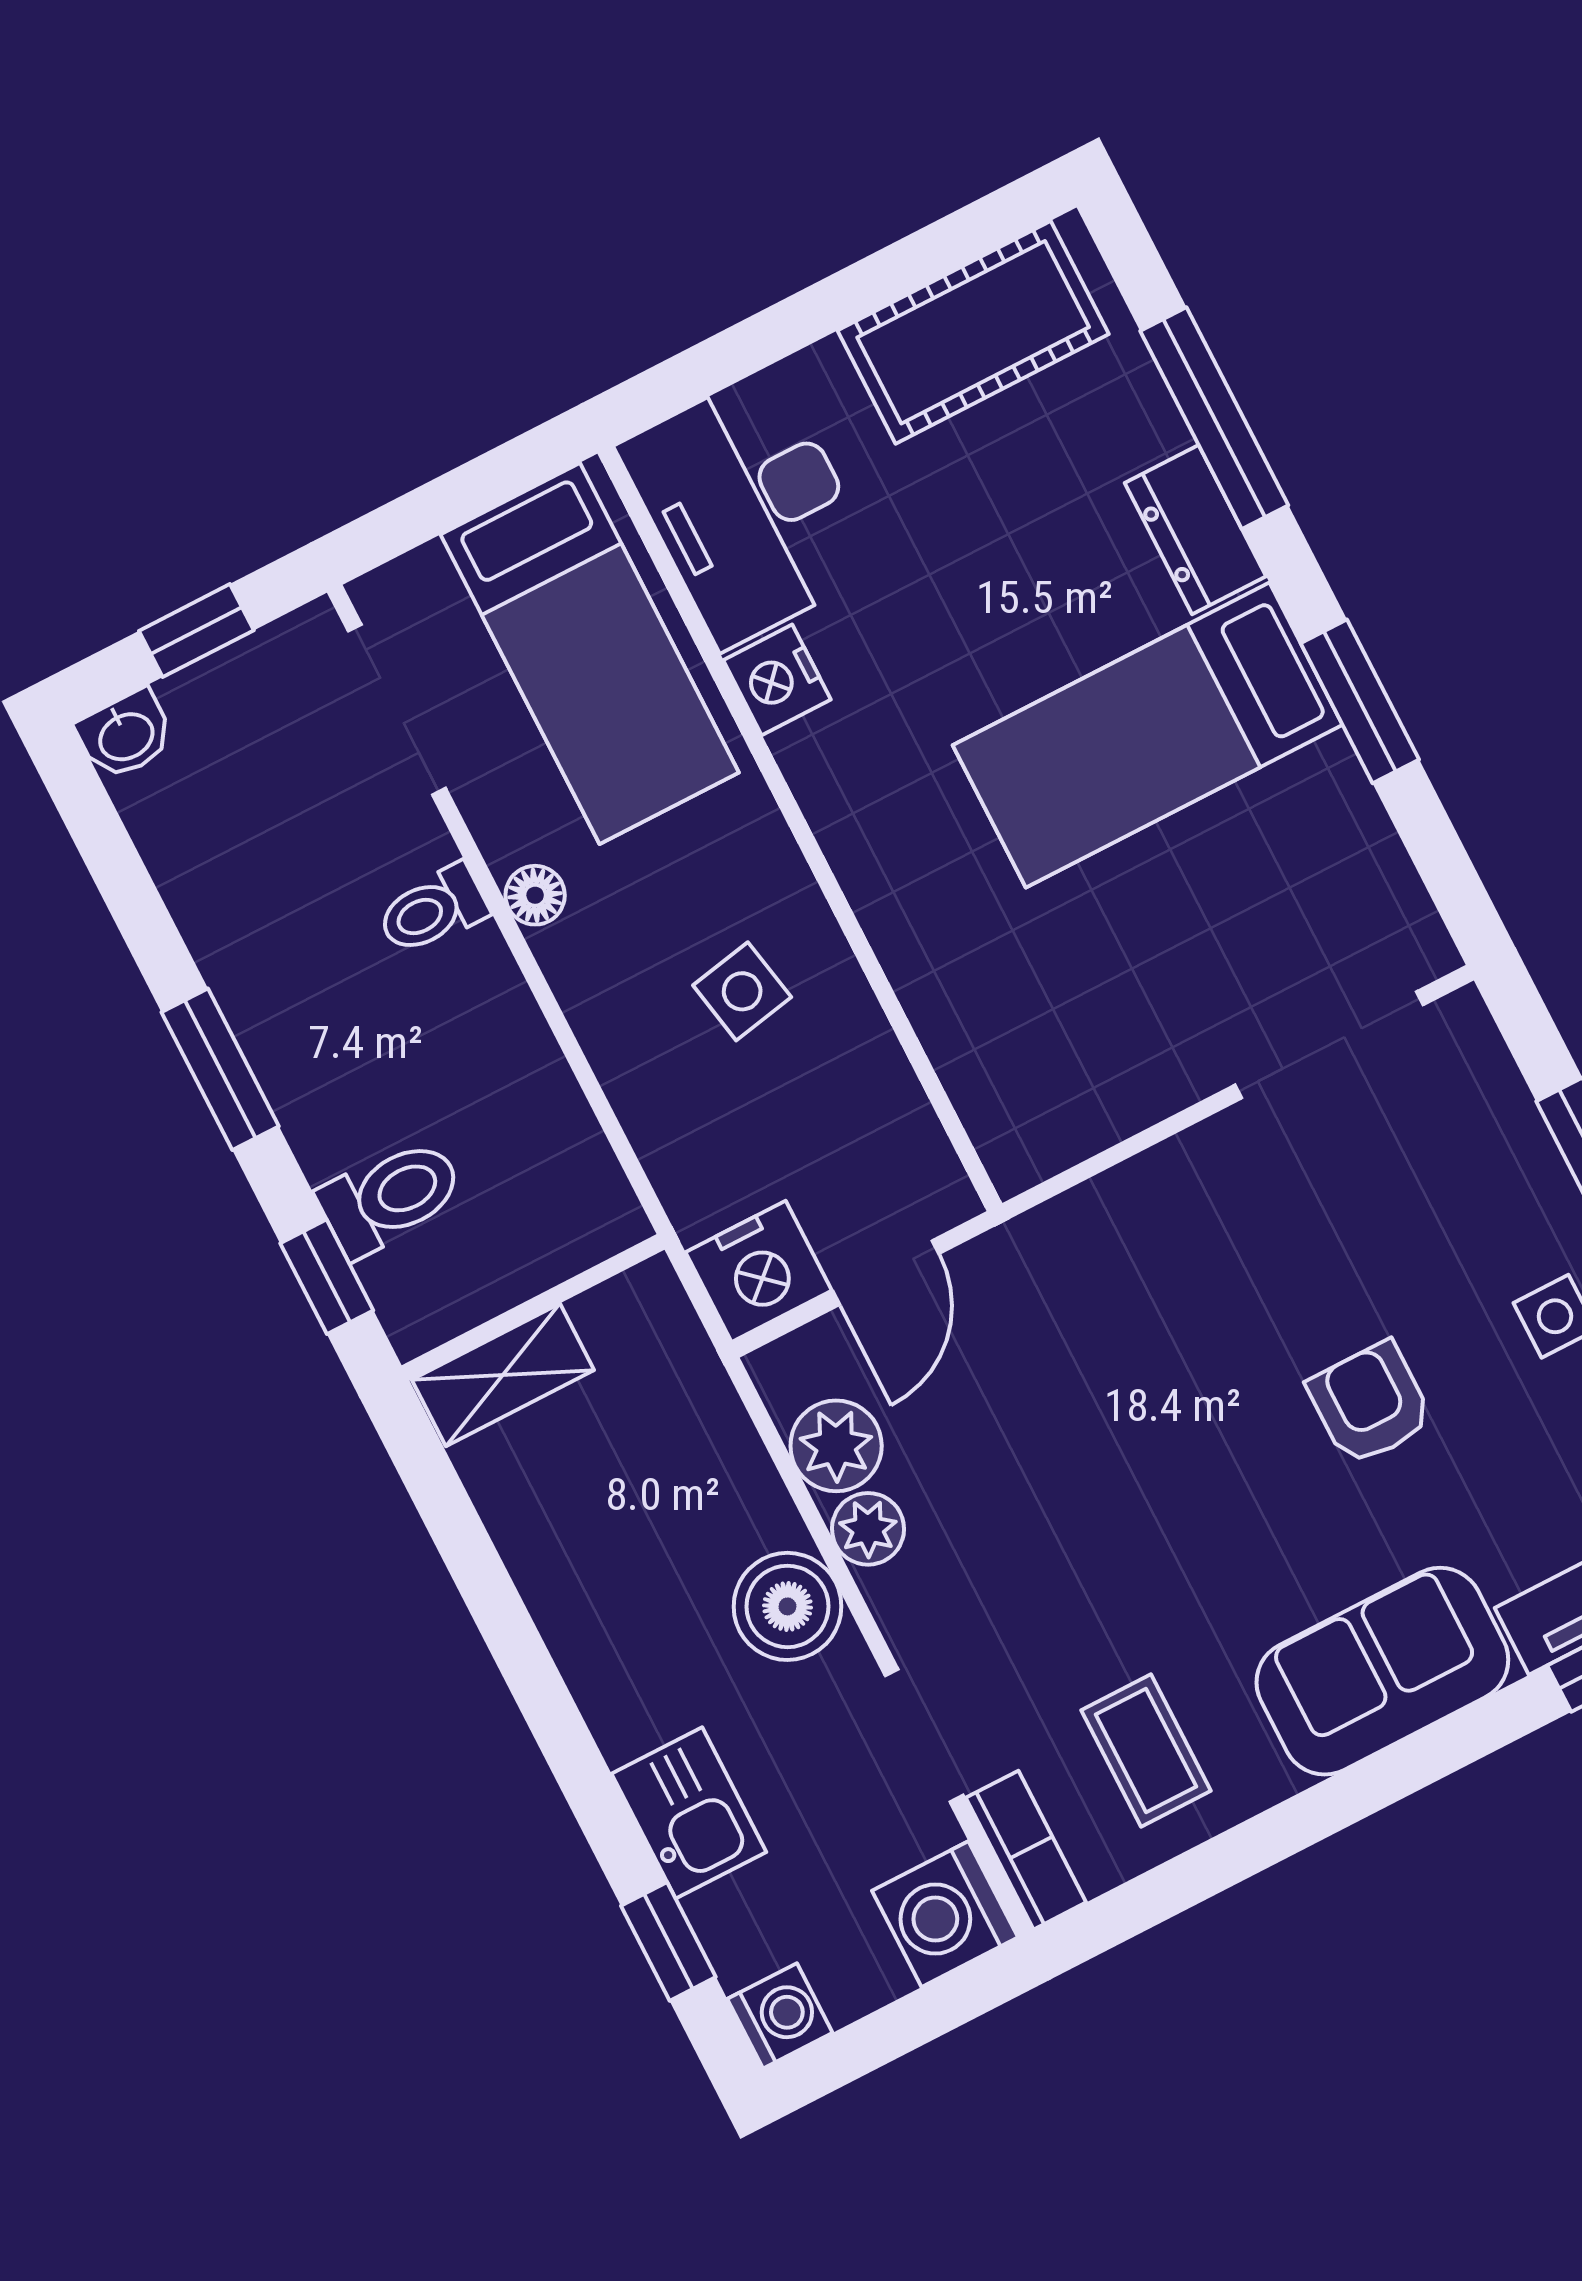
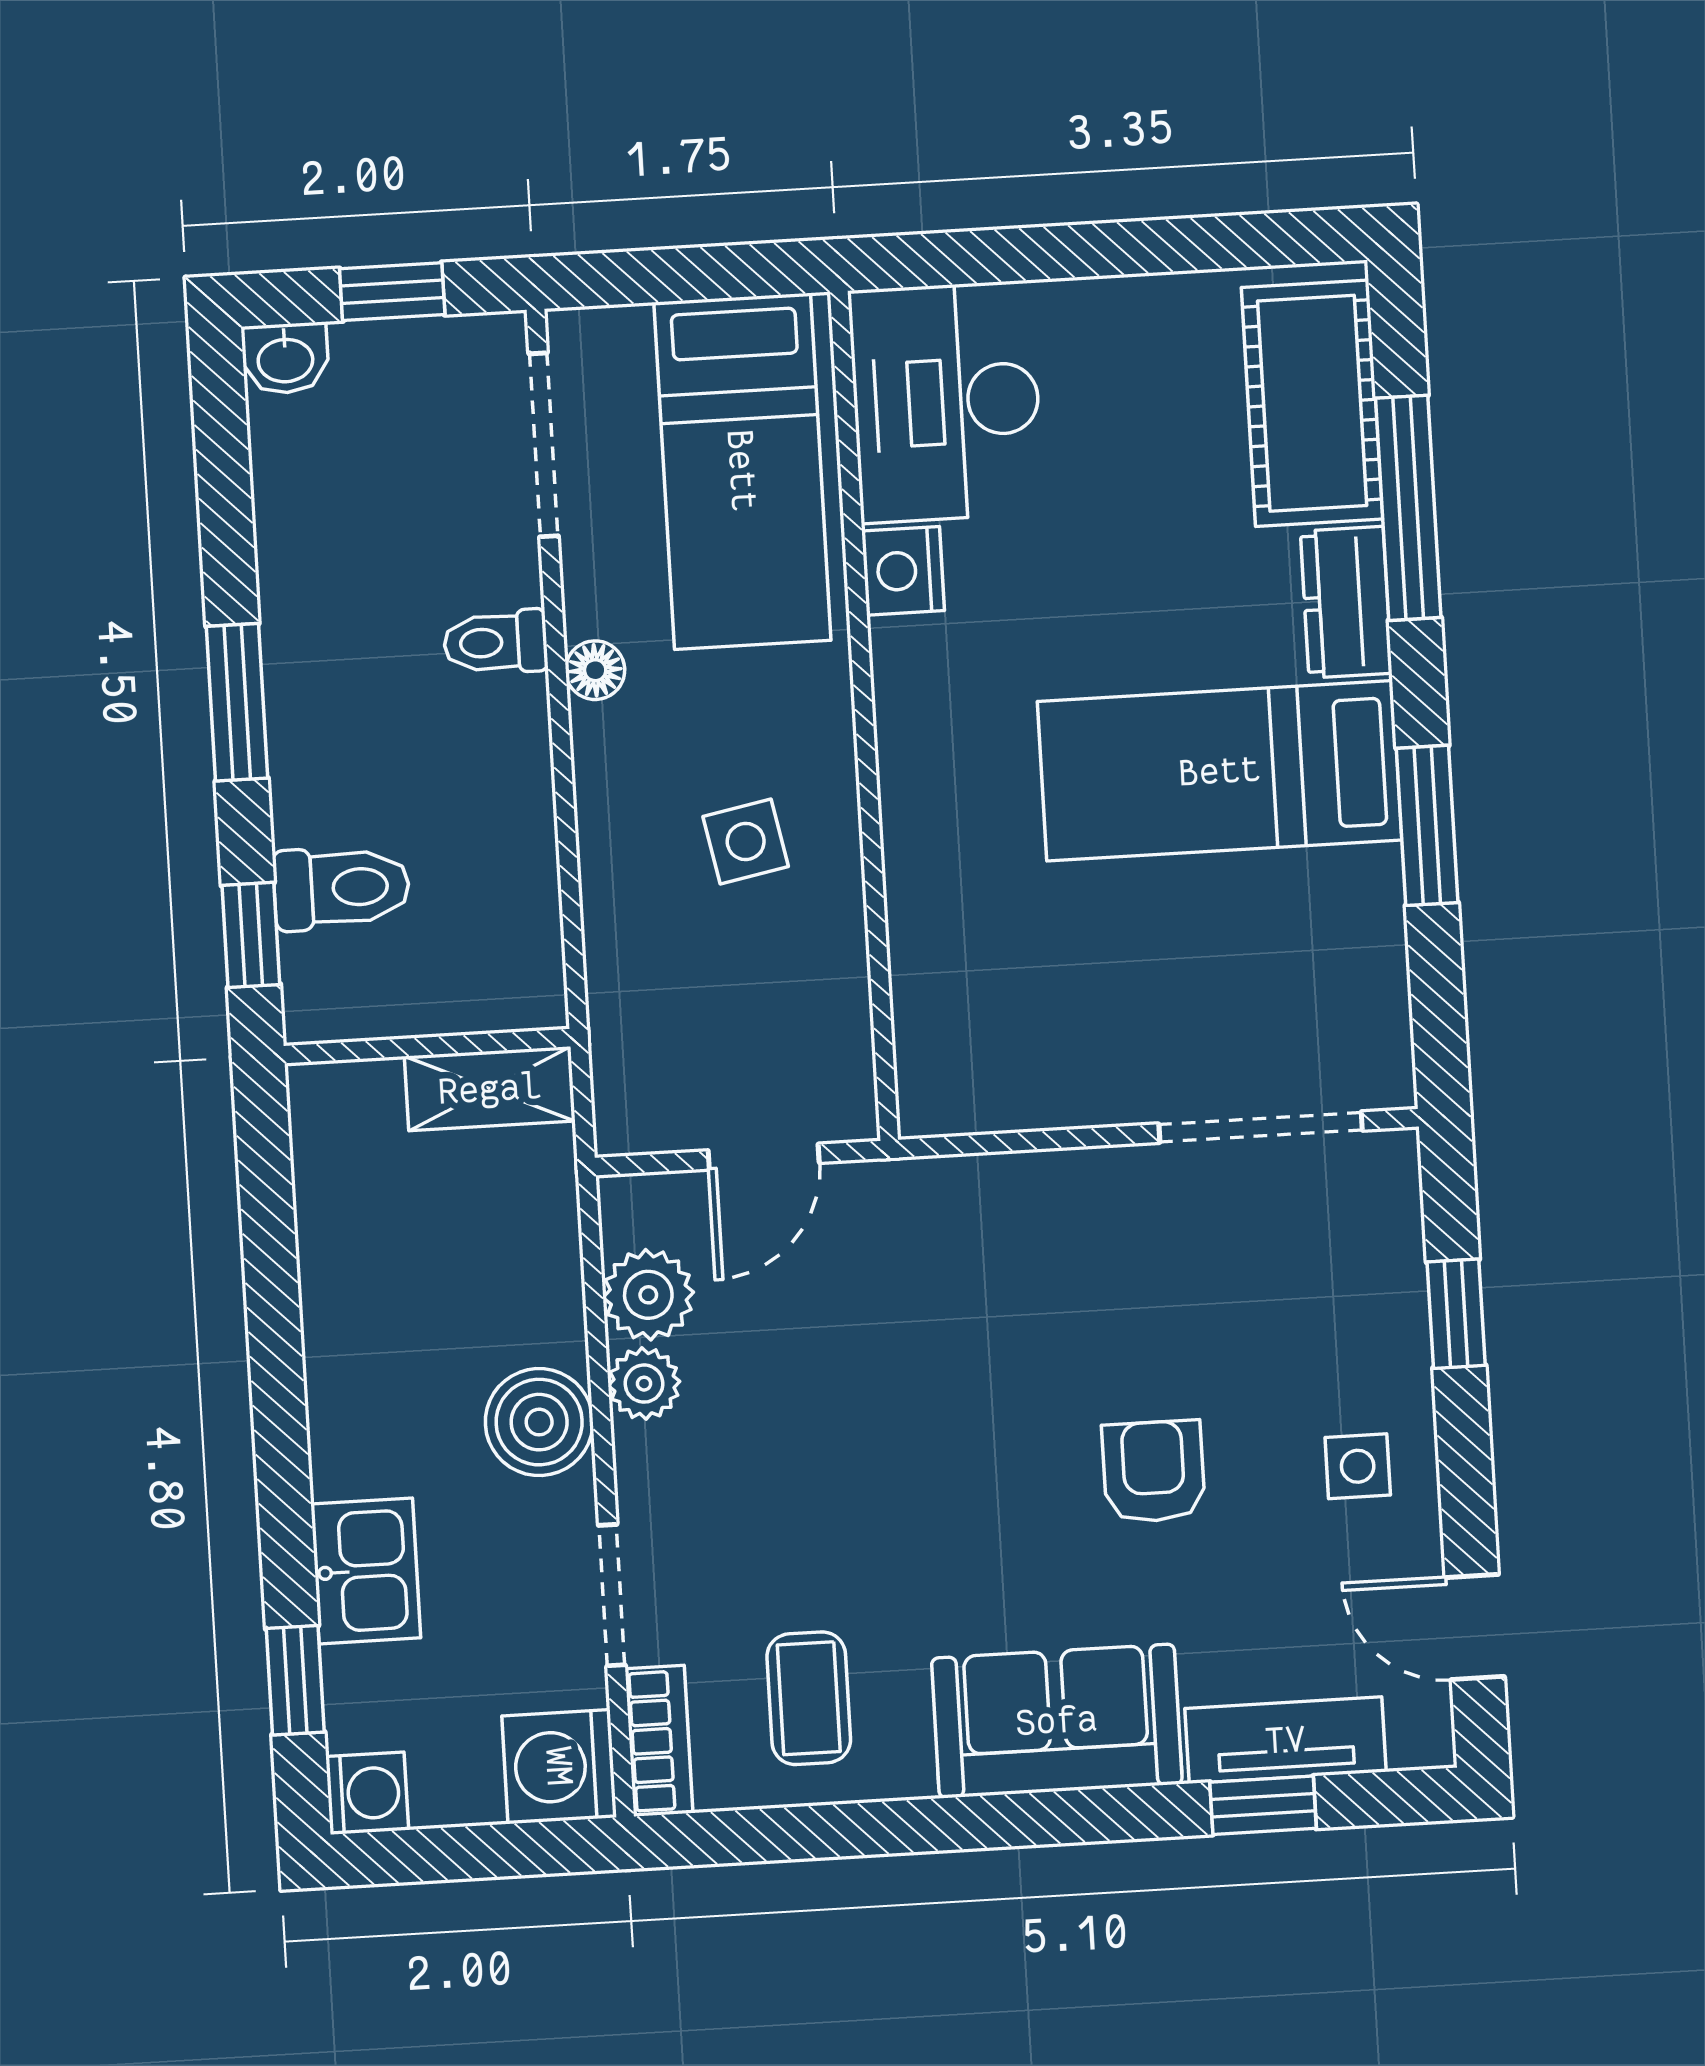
cot: (973, 332) -> (1312, 403), moved, turned 90
nightstand: (759, 1271) -> (648, 1104), removed
shelving: (503, 1375) -> (490, 1089), moved

